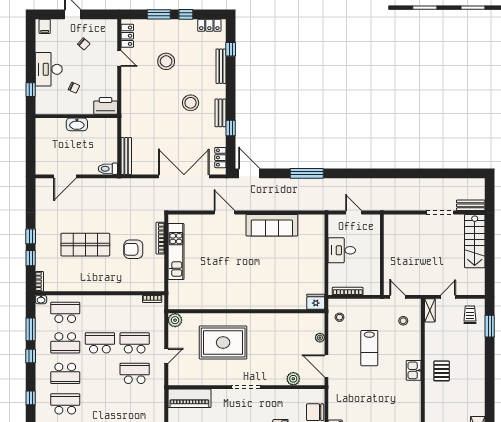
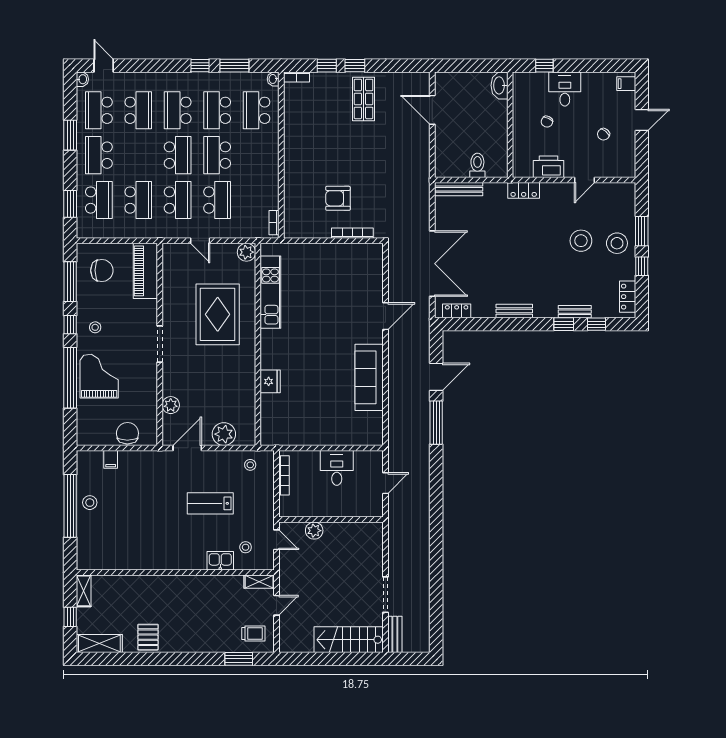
locker: (127, 36) -> (524, 190), moved
bench: (221, 66) -> (575, 312), width x0.73
desk: (49, 69) -> (565, 89), width x0.73
stool: (191, 103) -> (617, 243), moved
printer: (106, 106) -> (549, 167), moved, turned -90
washbasin: (77, 124) -> (500, 85), moved
window: (231, 128) -> (564, 324), moved
toilet: (108, 169) -> (477, 165), moved
door: (249, 173) -> (436, 377), moved
shop shelf: (85, 245) -> (364, 99), moved, width x0.70, depth x0.74
armchair: (133, 249) -> (338, 198), turned -90
kitchen unit: (176, 252) -> (270, 292), moved, turned -90
plant: (390, 268) -> (314, 531), added
door: (397, 297) -> (277, 540), hinge flipped
door: (448, 297) -> (277, 605), hinge flipped
fridge: (316, 302) -> (270, 381), moved
school desk: (65, 312) -> (256, 110), turned 180
plant: (320, 338) -> (224, 434), width x1.88, depth x1.88
school desk: (100, 343) -> (217, 155), turned 180
kitchen sink: (414, 370) -> (220, 561), moved
pallet: (442, 371) -> (148, 637), moved, turned 90
school desk: (100, 373) -> (178, 155), added
window: (31, 398) -> (146, 66), removed
school desk: (135, 404) -> (138, 200), added

